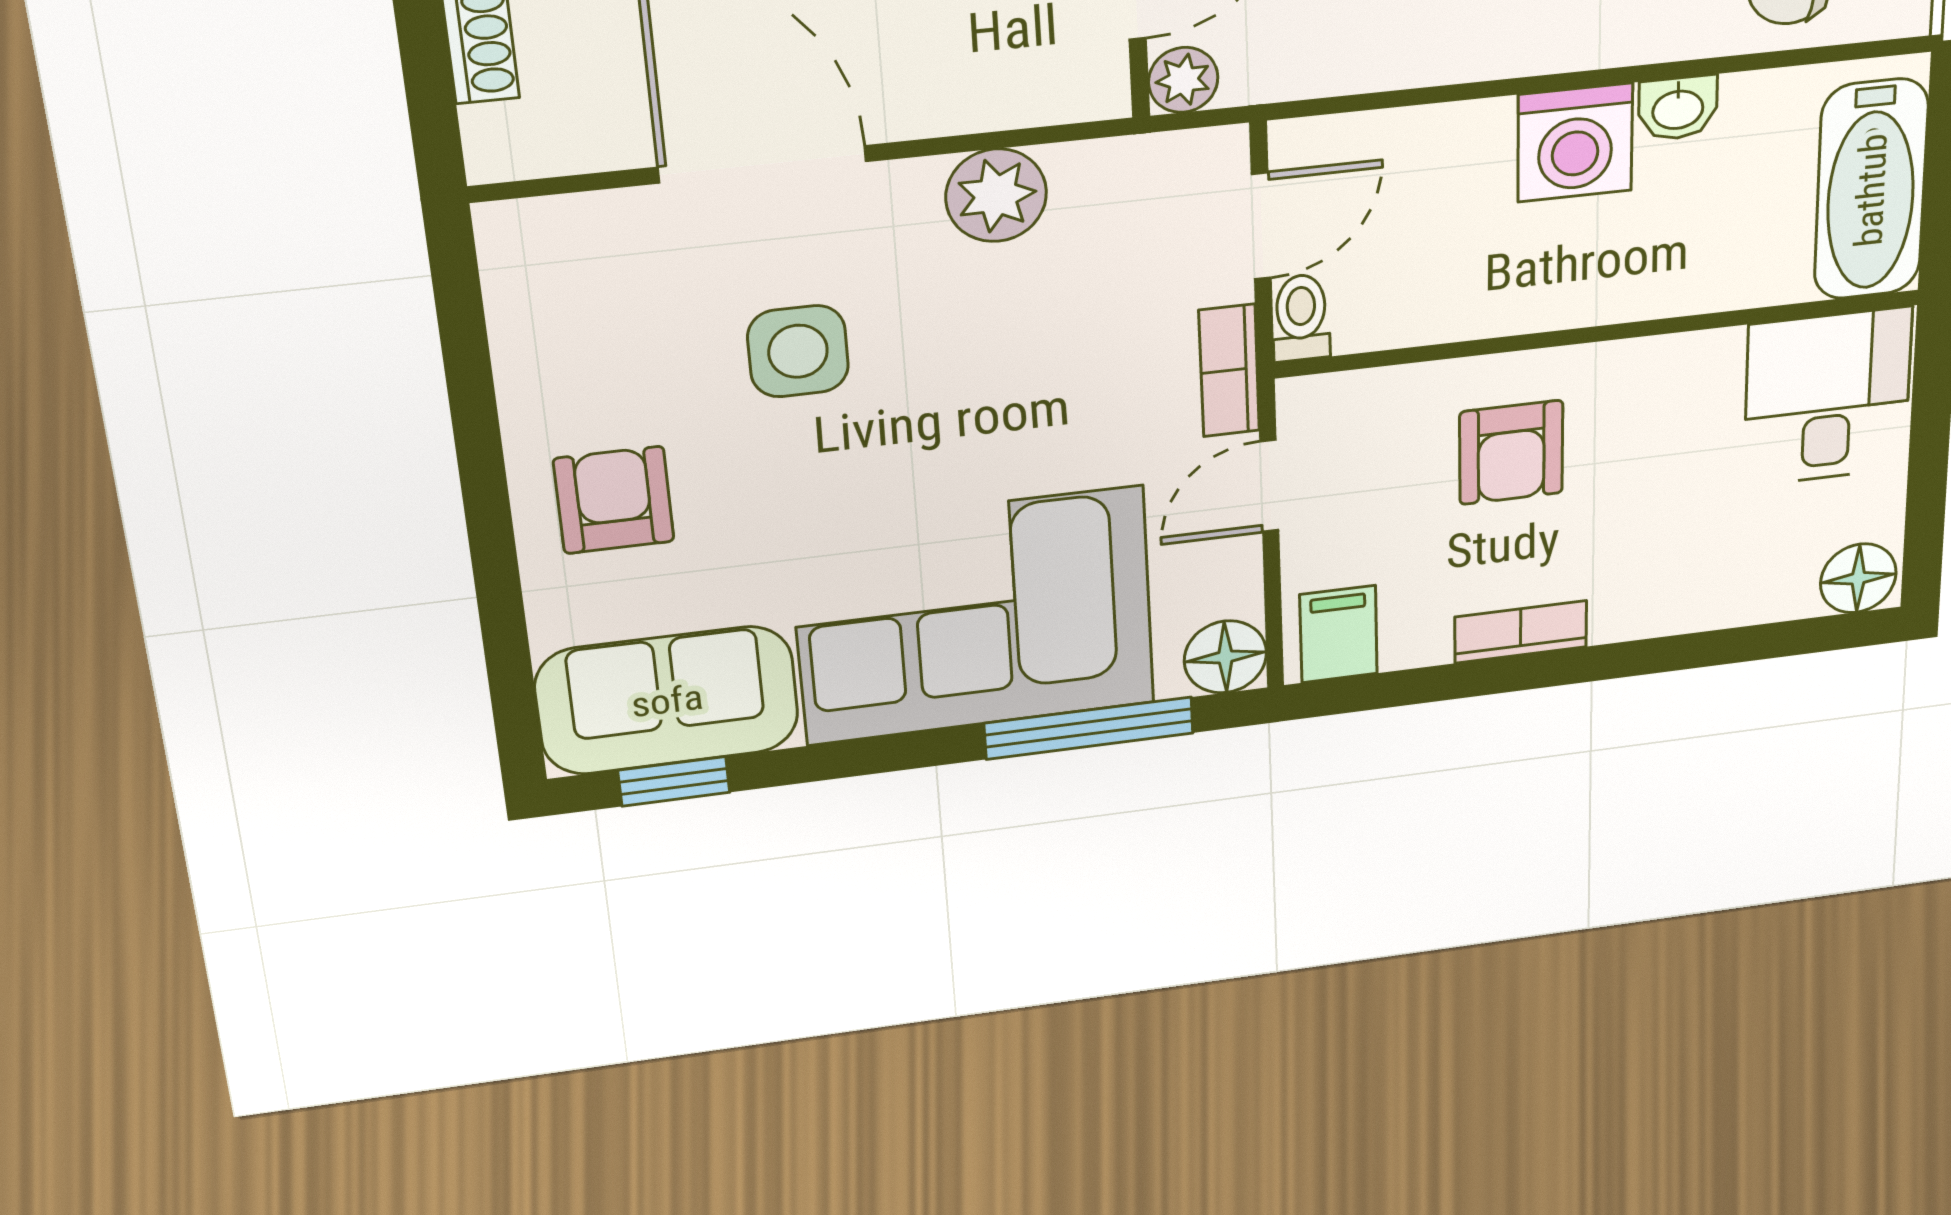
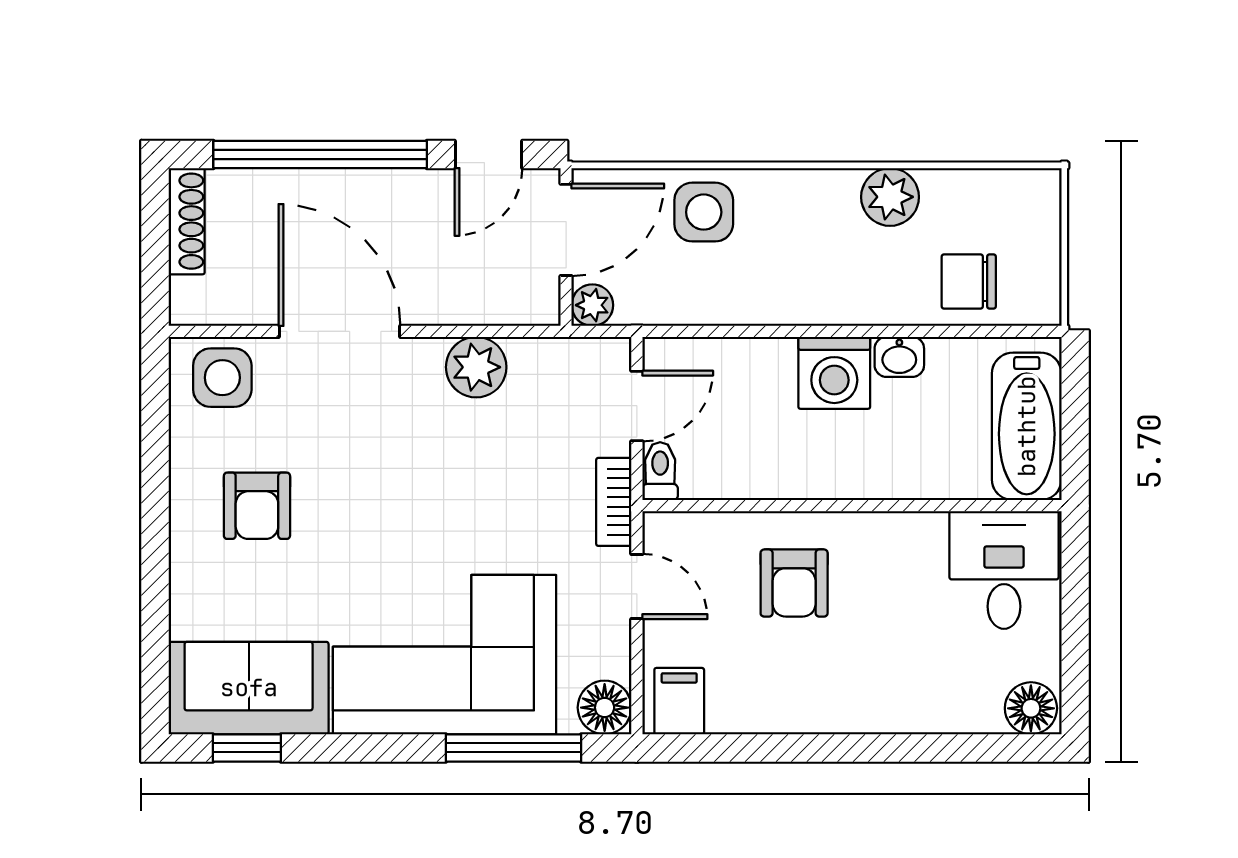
side table: (798, 351) -> (222, 378), moved
door: (1269, 486) -> (637, 587), swing flipped
armchair: (614, 500) -> (257, 506), moved, turned 180
bookcase: (1521, 632) -> (801, 717), removed

